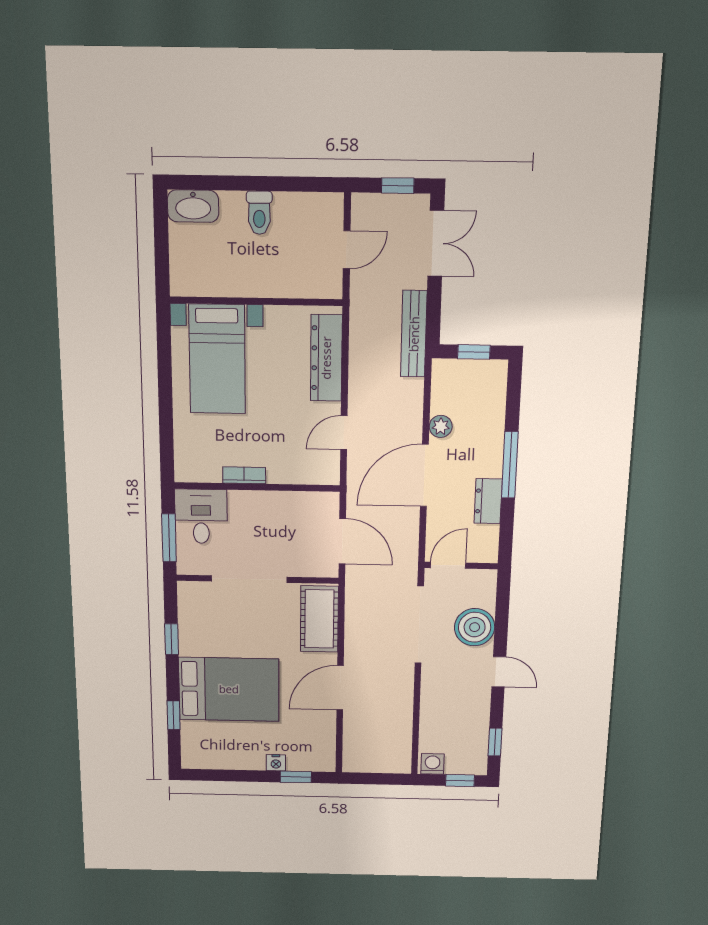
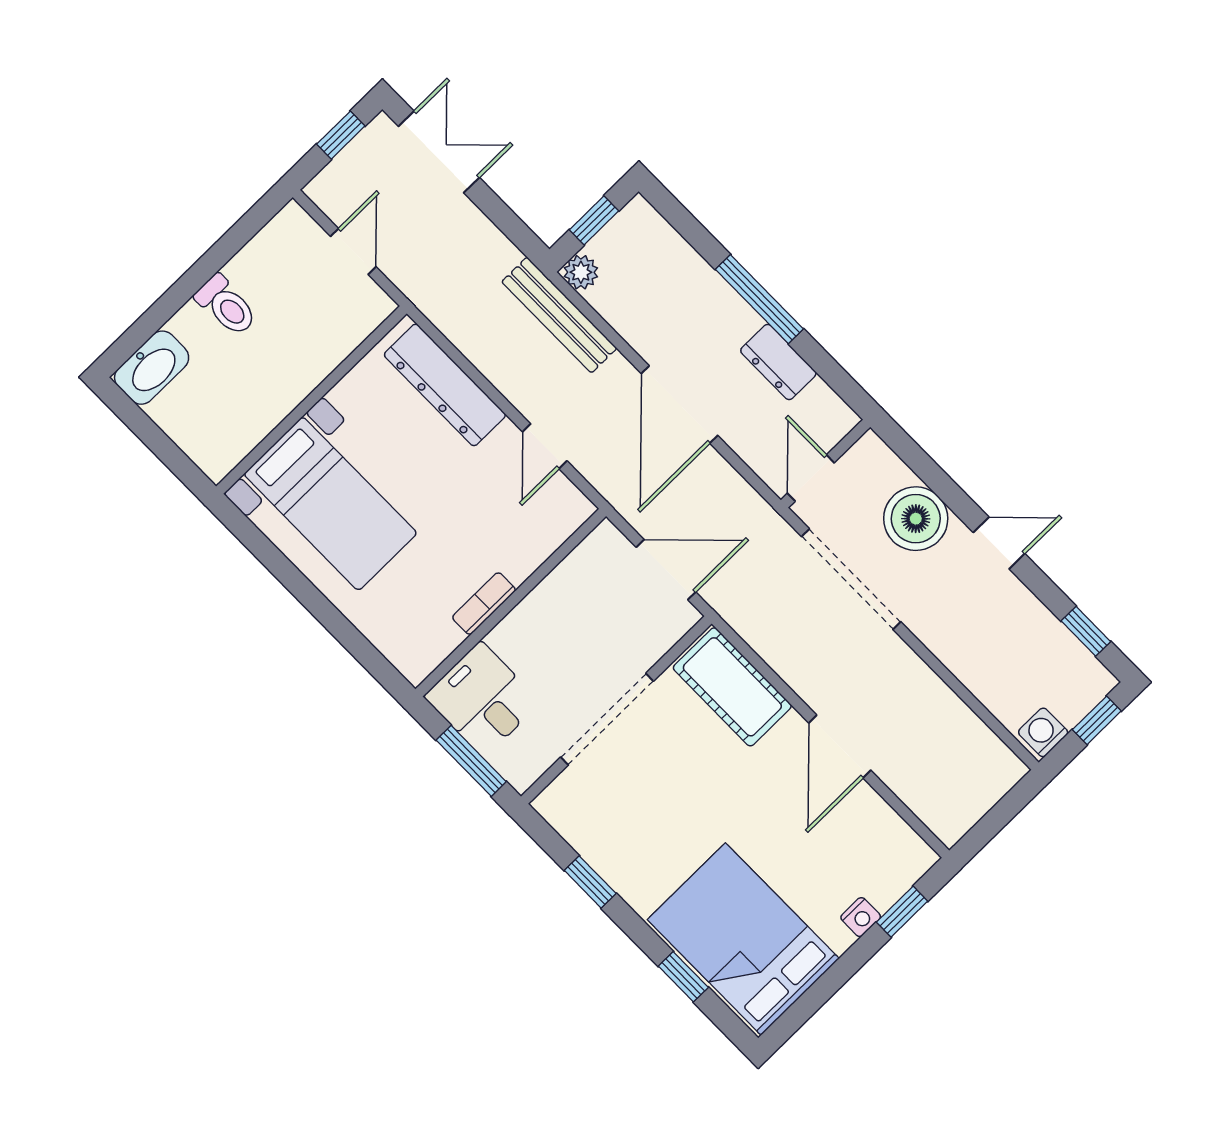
bench: (414, 334) -> (559, 315), moved
plant: (441, 426) -> (581, 272), moved
bed: (229, 689) -> (743, 939), moved, turned -90

